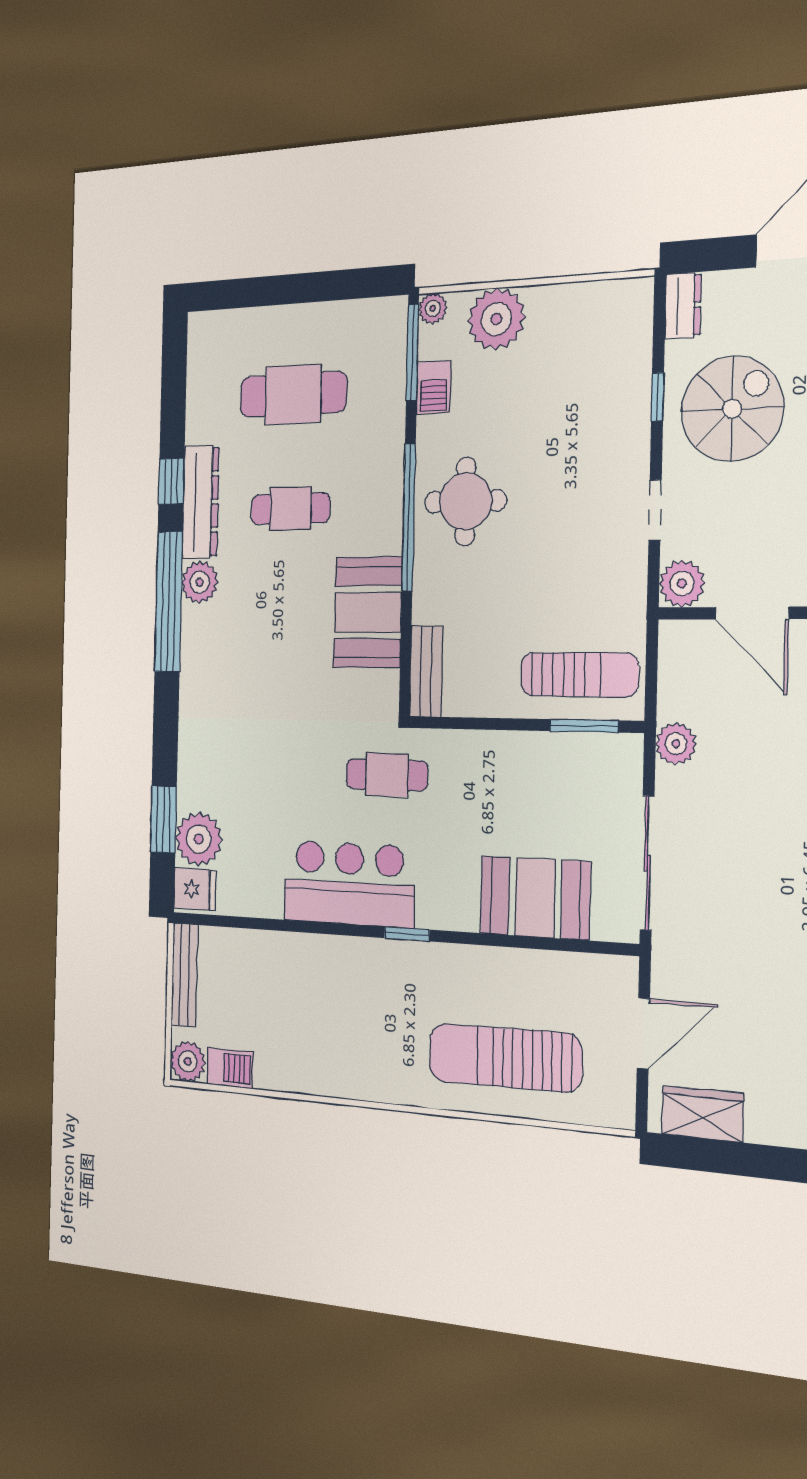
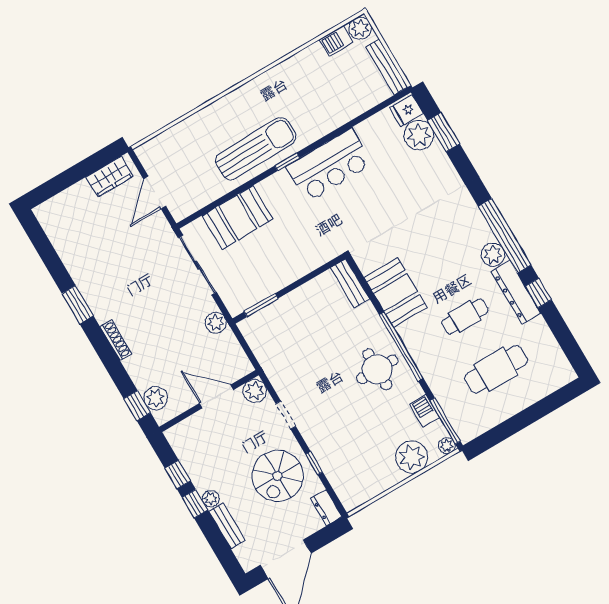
sun lounger: (579, 675) -> (277, 325), removed
cafe table: (387, 775) -> (341, 226), removed
sun lounger: (505, 1058) -> (256, 149), moved

